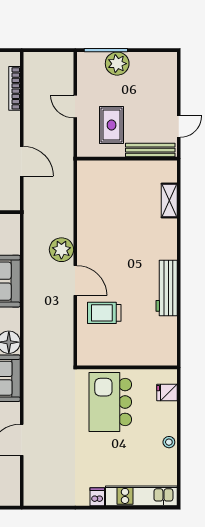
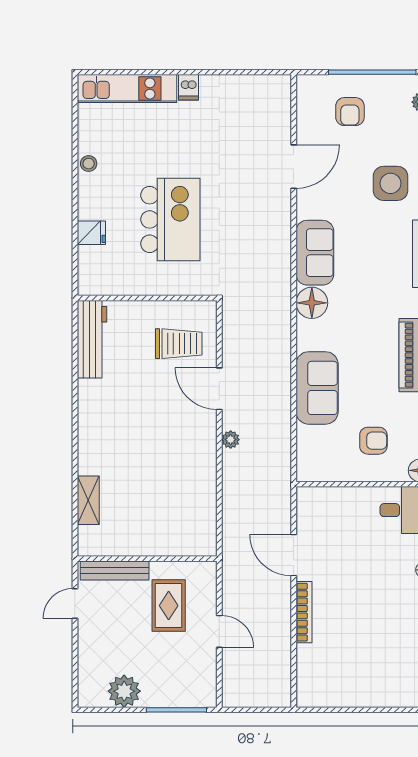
plant: (117, 64) -> (124, 691), moved
bookcase: (14, 88) -> (304, 612), moved
plant: (61, 250) -> (231, 440), width x0.53, depth x0.53
workbench: (167, 288) -> (92, 339), moved
wall: (127, 367) -> (147, 298), moved

